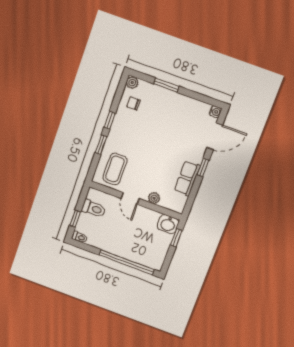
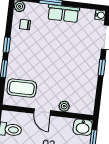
coffee table: (115, 169) -> (22, 88), turned 90
row of seats: (187, 178) -> (63, 13), moved, turned -90

